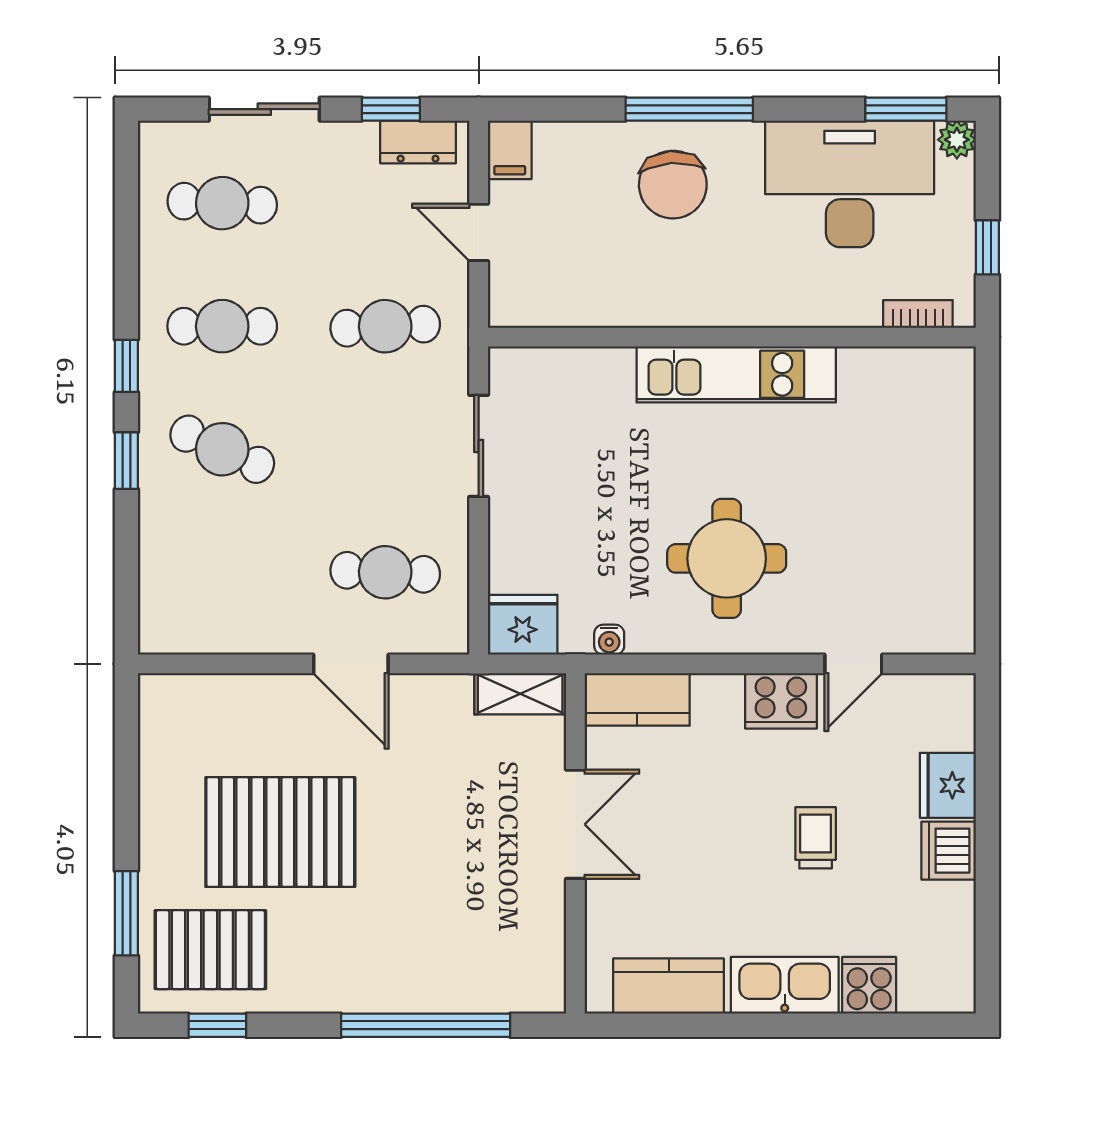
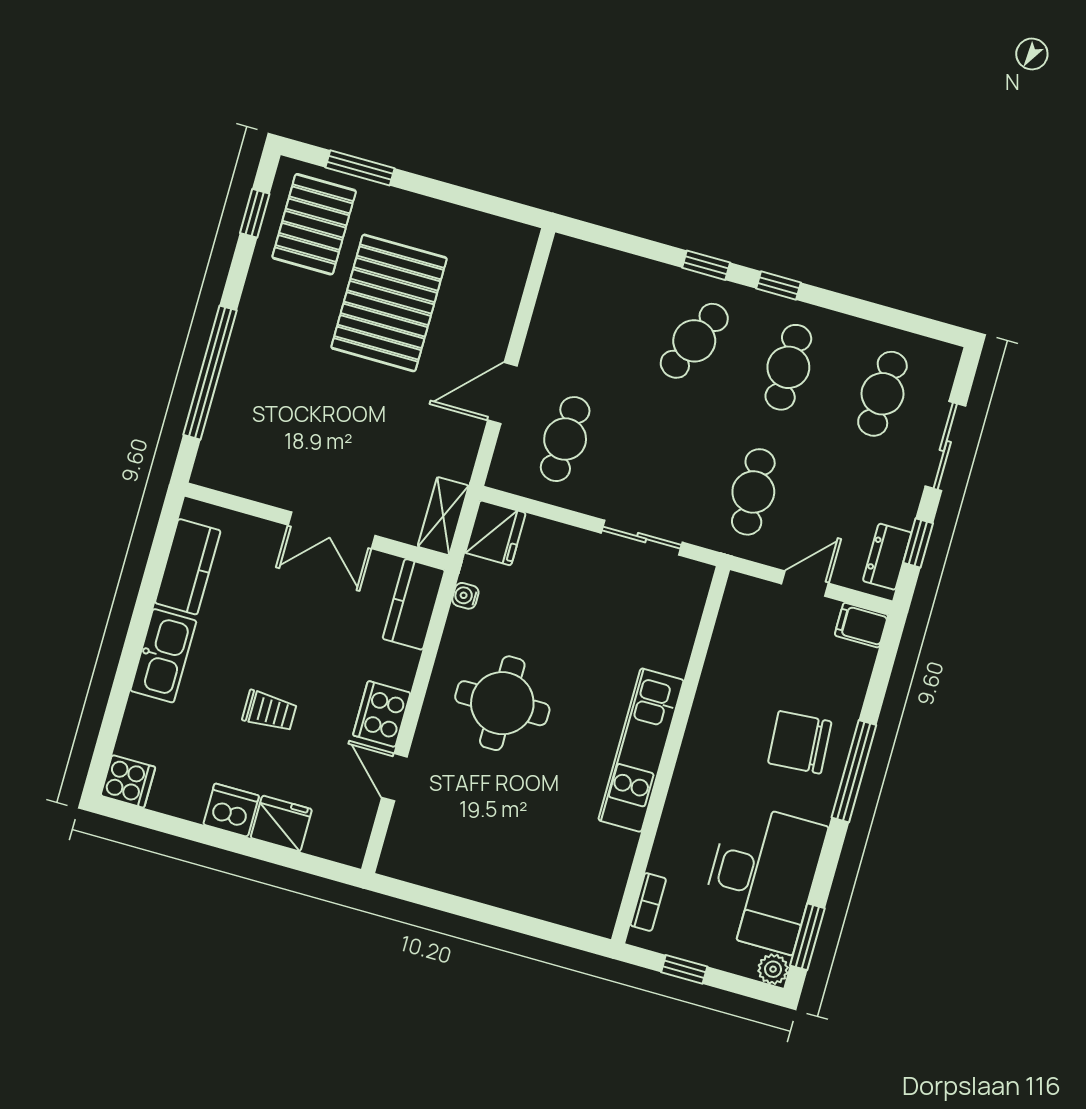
cooker: (869, 985) -> (128, 781), moved

